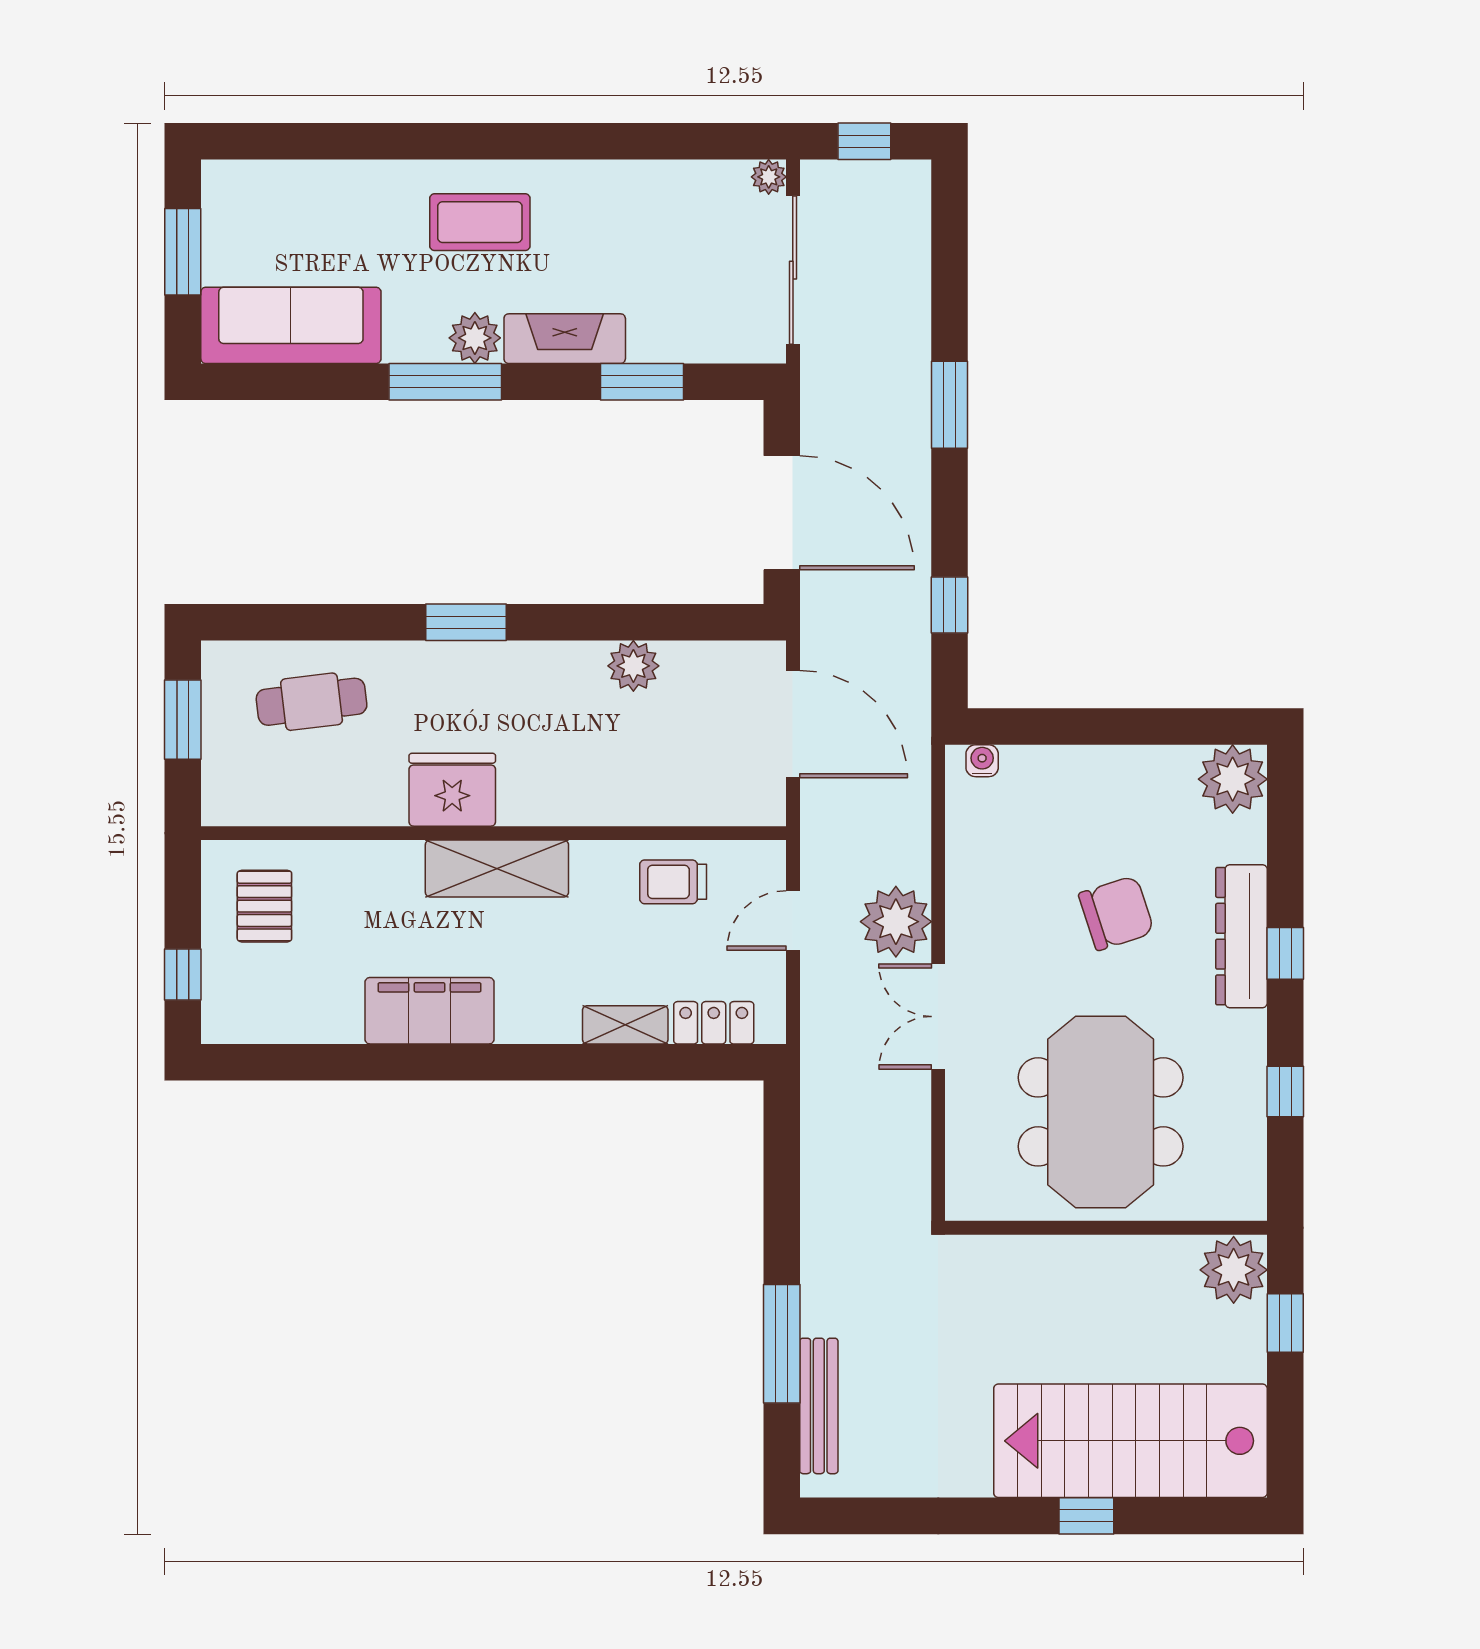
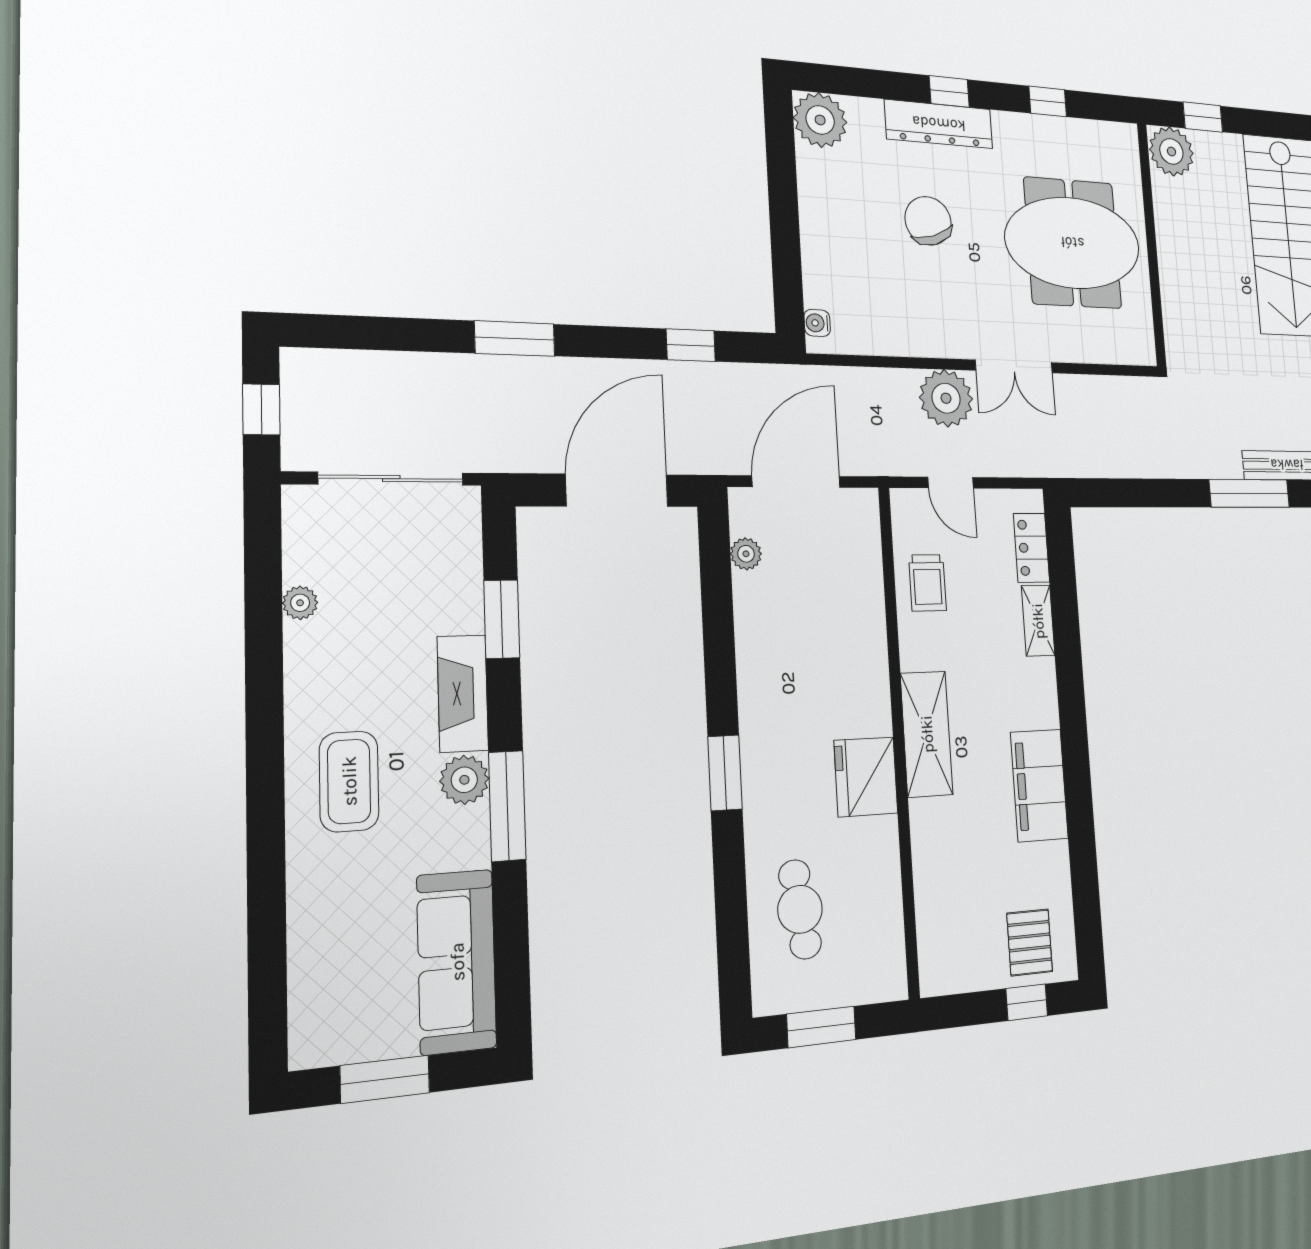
plant: (769, 177) -> (300, 603), moved
plant: (633, 666) -> (746, 554), moved, width x0.73, depth x0.73
pallet: (264, 906) -> (1030, 942), moved, turned 90

